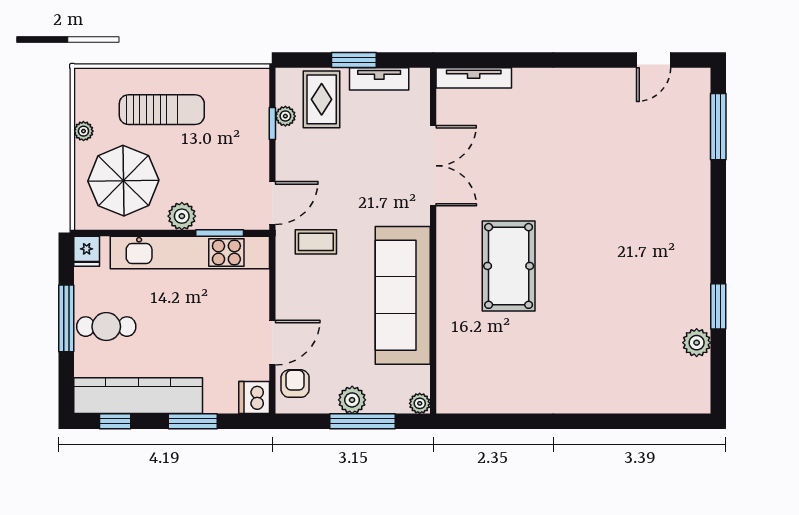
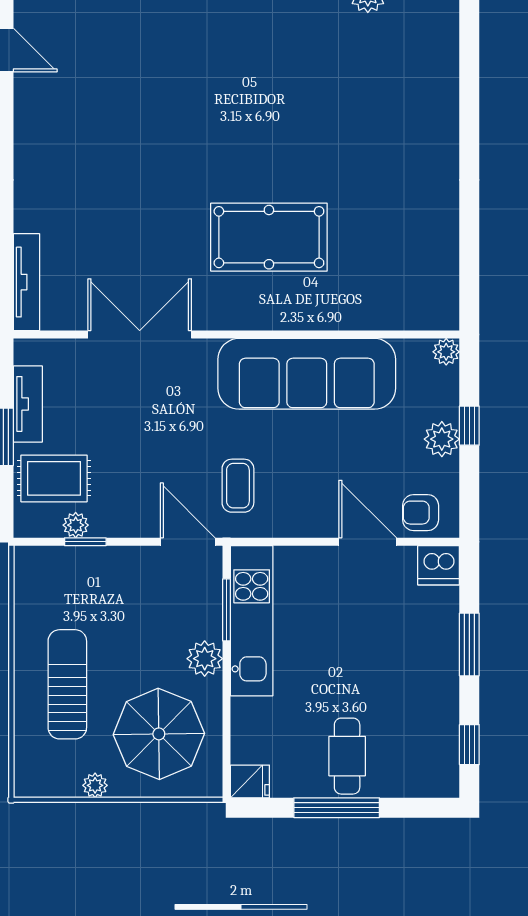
kitchen unit: (190, 253) -> (252, 621), width x0.73
kitchen counter: (138, 396) -> (436, 715), removed
window: (362, 421) -> (469, 426), width x0.46

